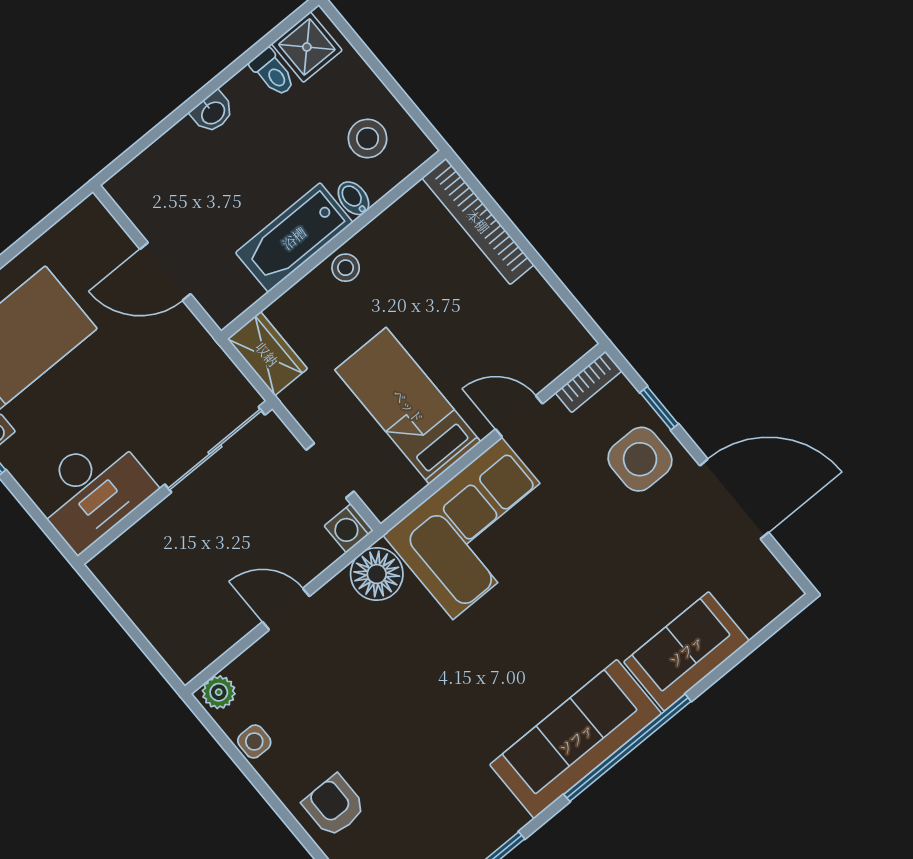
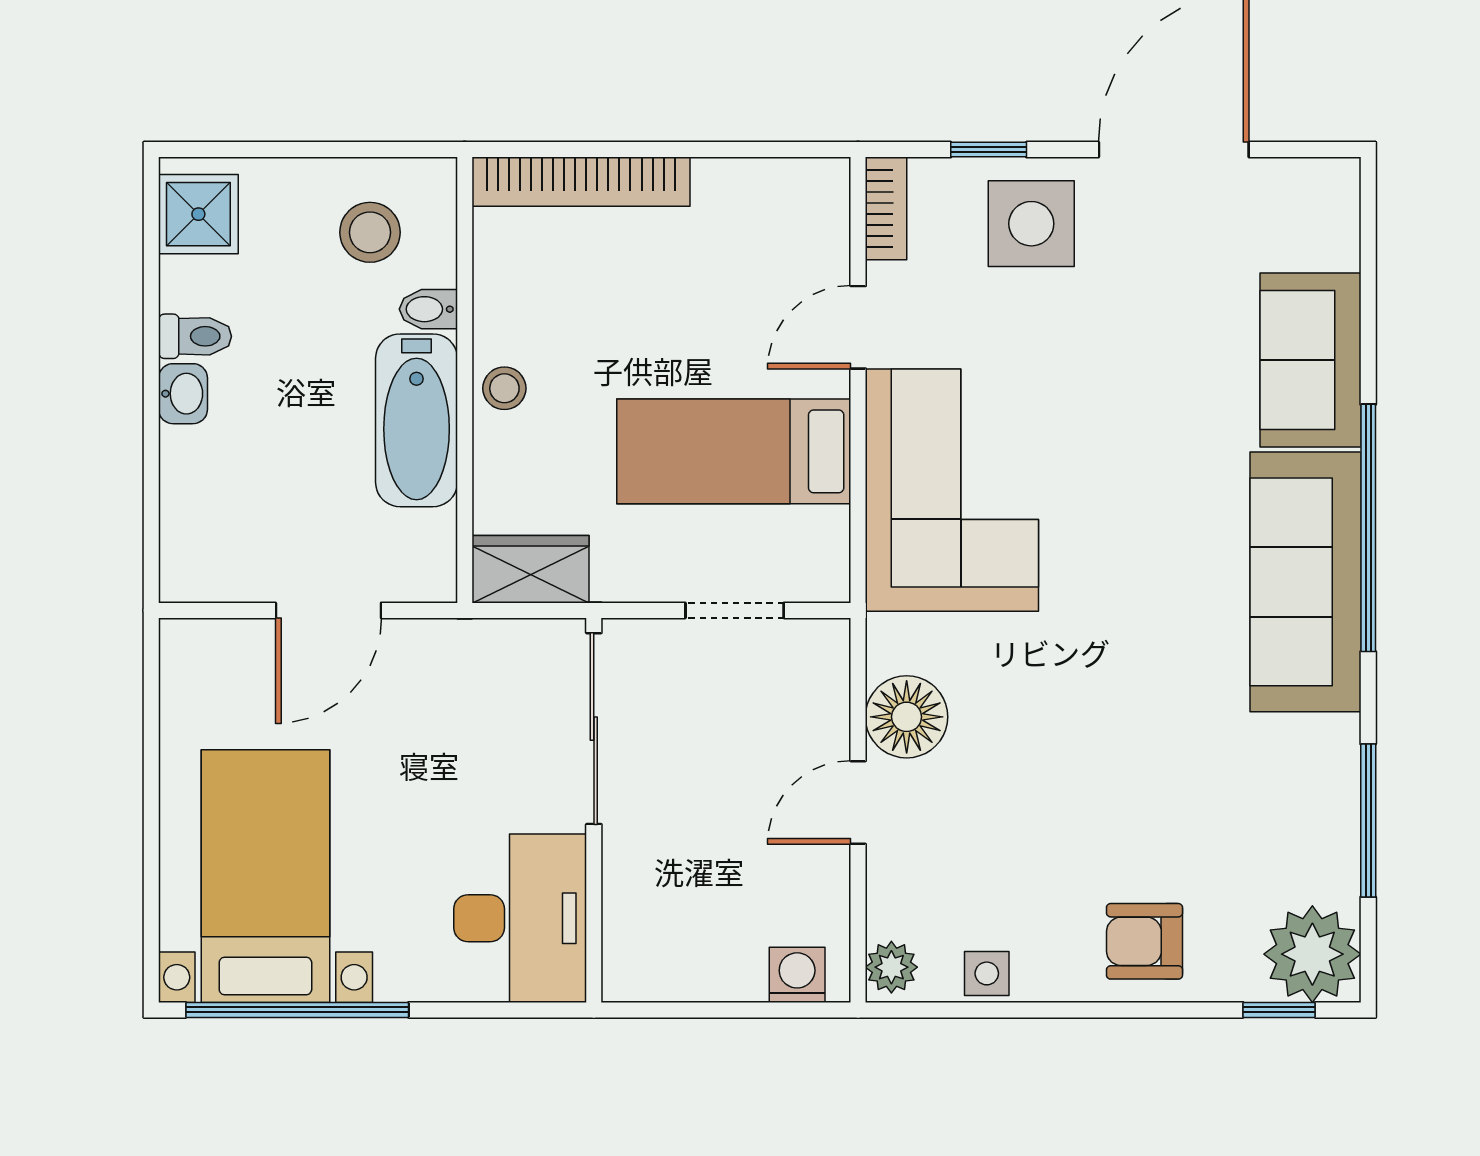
toilet: (273, 72) -> (195, 336), moved
washing machine: (349, 528) -> (797, 975), moved, turned 180
floor lamp: (377, 574) -> (907, 717), moved

